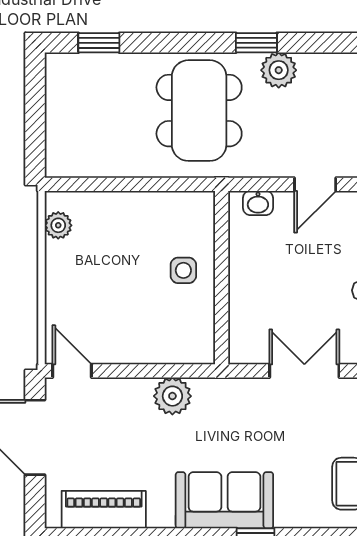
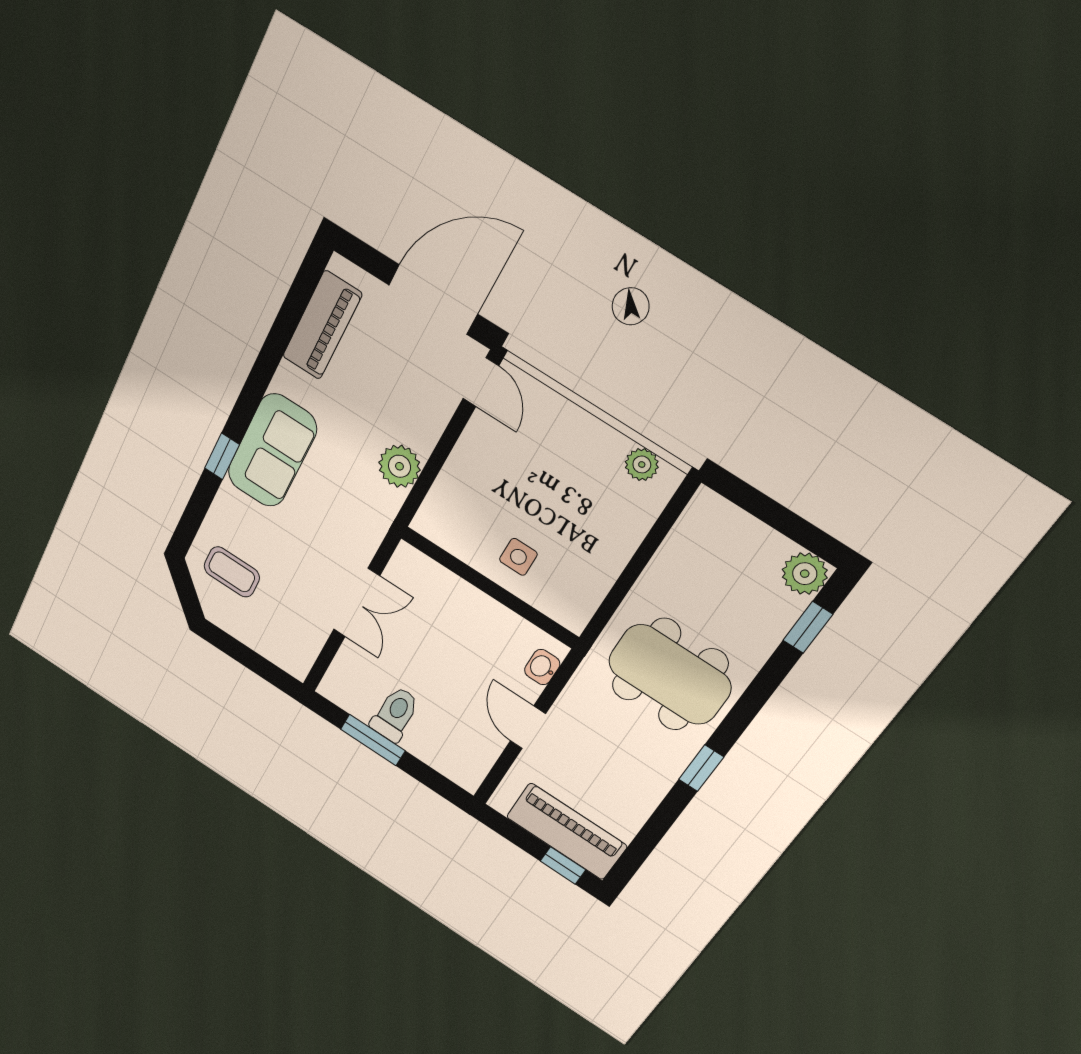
plant: (279, 70) -> (805, 574), moved
door: (72, 371) -> (481, 382), hinge flipped

